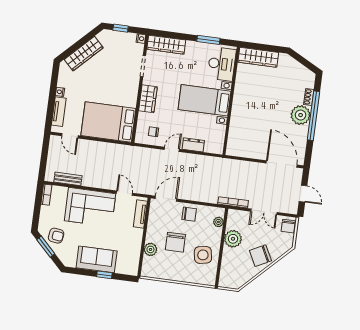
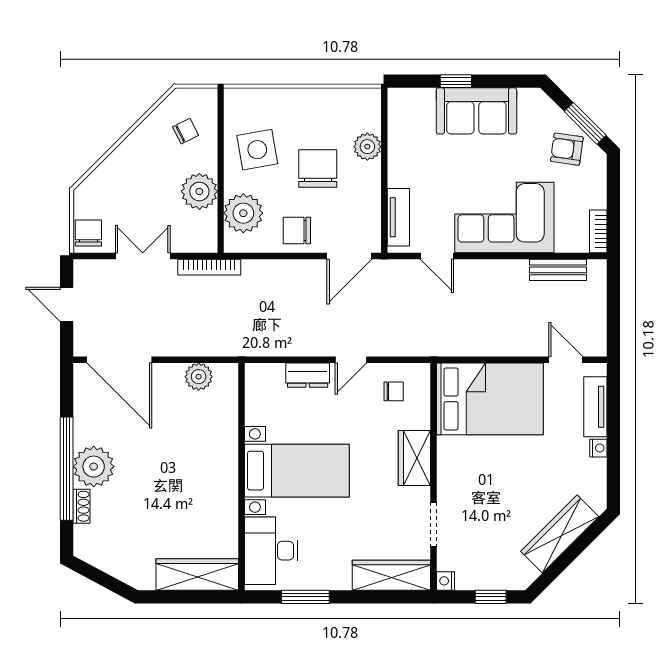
plant: (245, 151) -> (199, 377), added
plant: (218, 222) -> (243, 213), width x1.87, depth x1.87
chair: (260, 256) -> (186, 131), moved, width x0.54, depth x0.54

